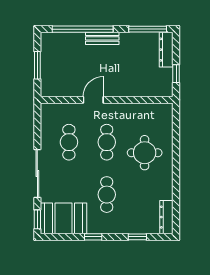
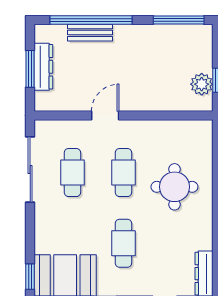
bench: (102, 38) -> (90, 33), moved
dresser: (166, 50) -> (43, 67), moved, turned 180
plant: (165, 77) -> (202, 84), added
sliding door: (37, 173) -> (30, 170), moved

